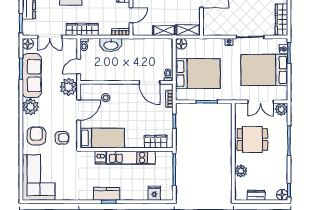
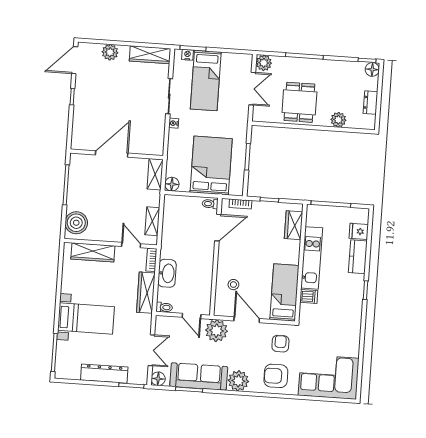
wardrobe: (82, 29) -> (146, 293), moved
shelving: (164, 31) -> (152, 221), moved
bed: (264, 70) -> (206, 80), width x0.67
kitchen counter: (107, 194) -> (358, 257), moved

